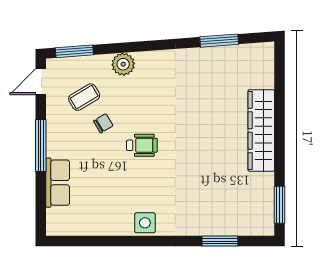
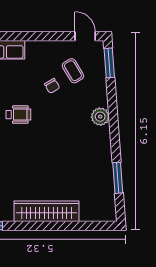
plant: (123, 64) -> (100, 117), moved
wheelchair: (142, 145) -> (18, 115), moved, turned -90
window: (41, 146) -> (35, 36), removed

